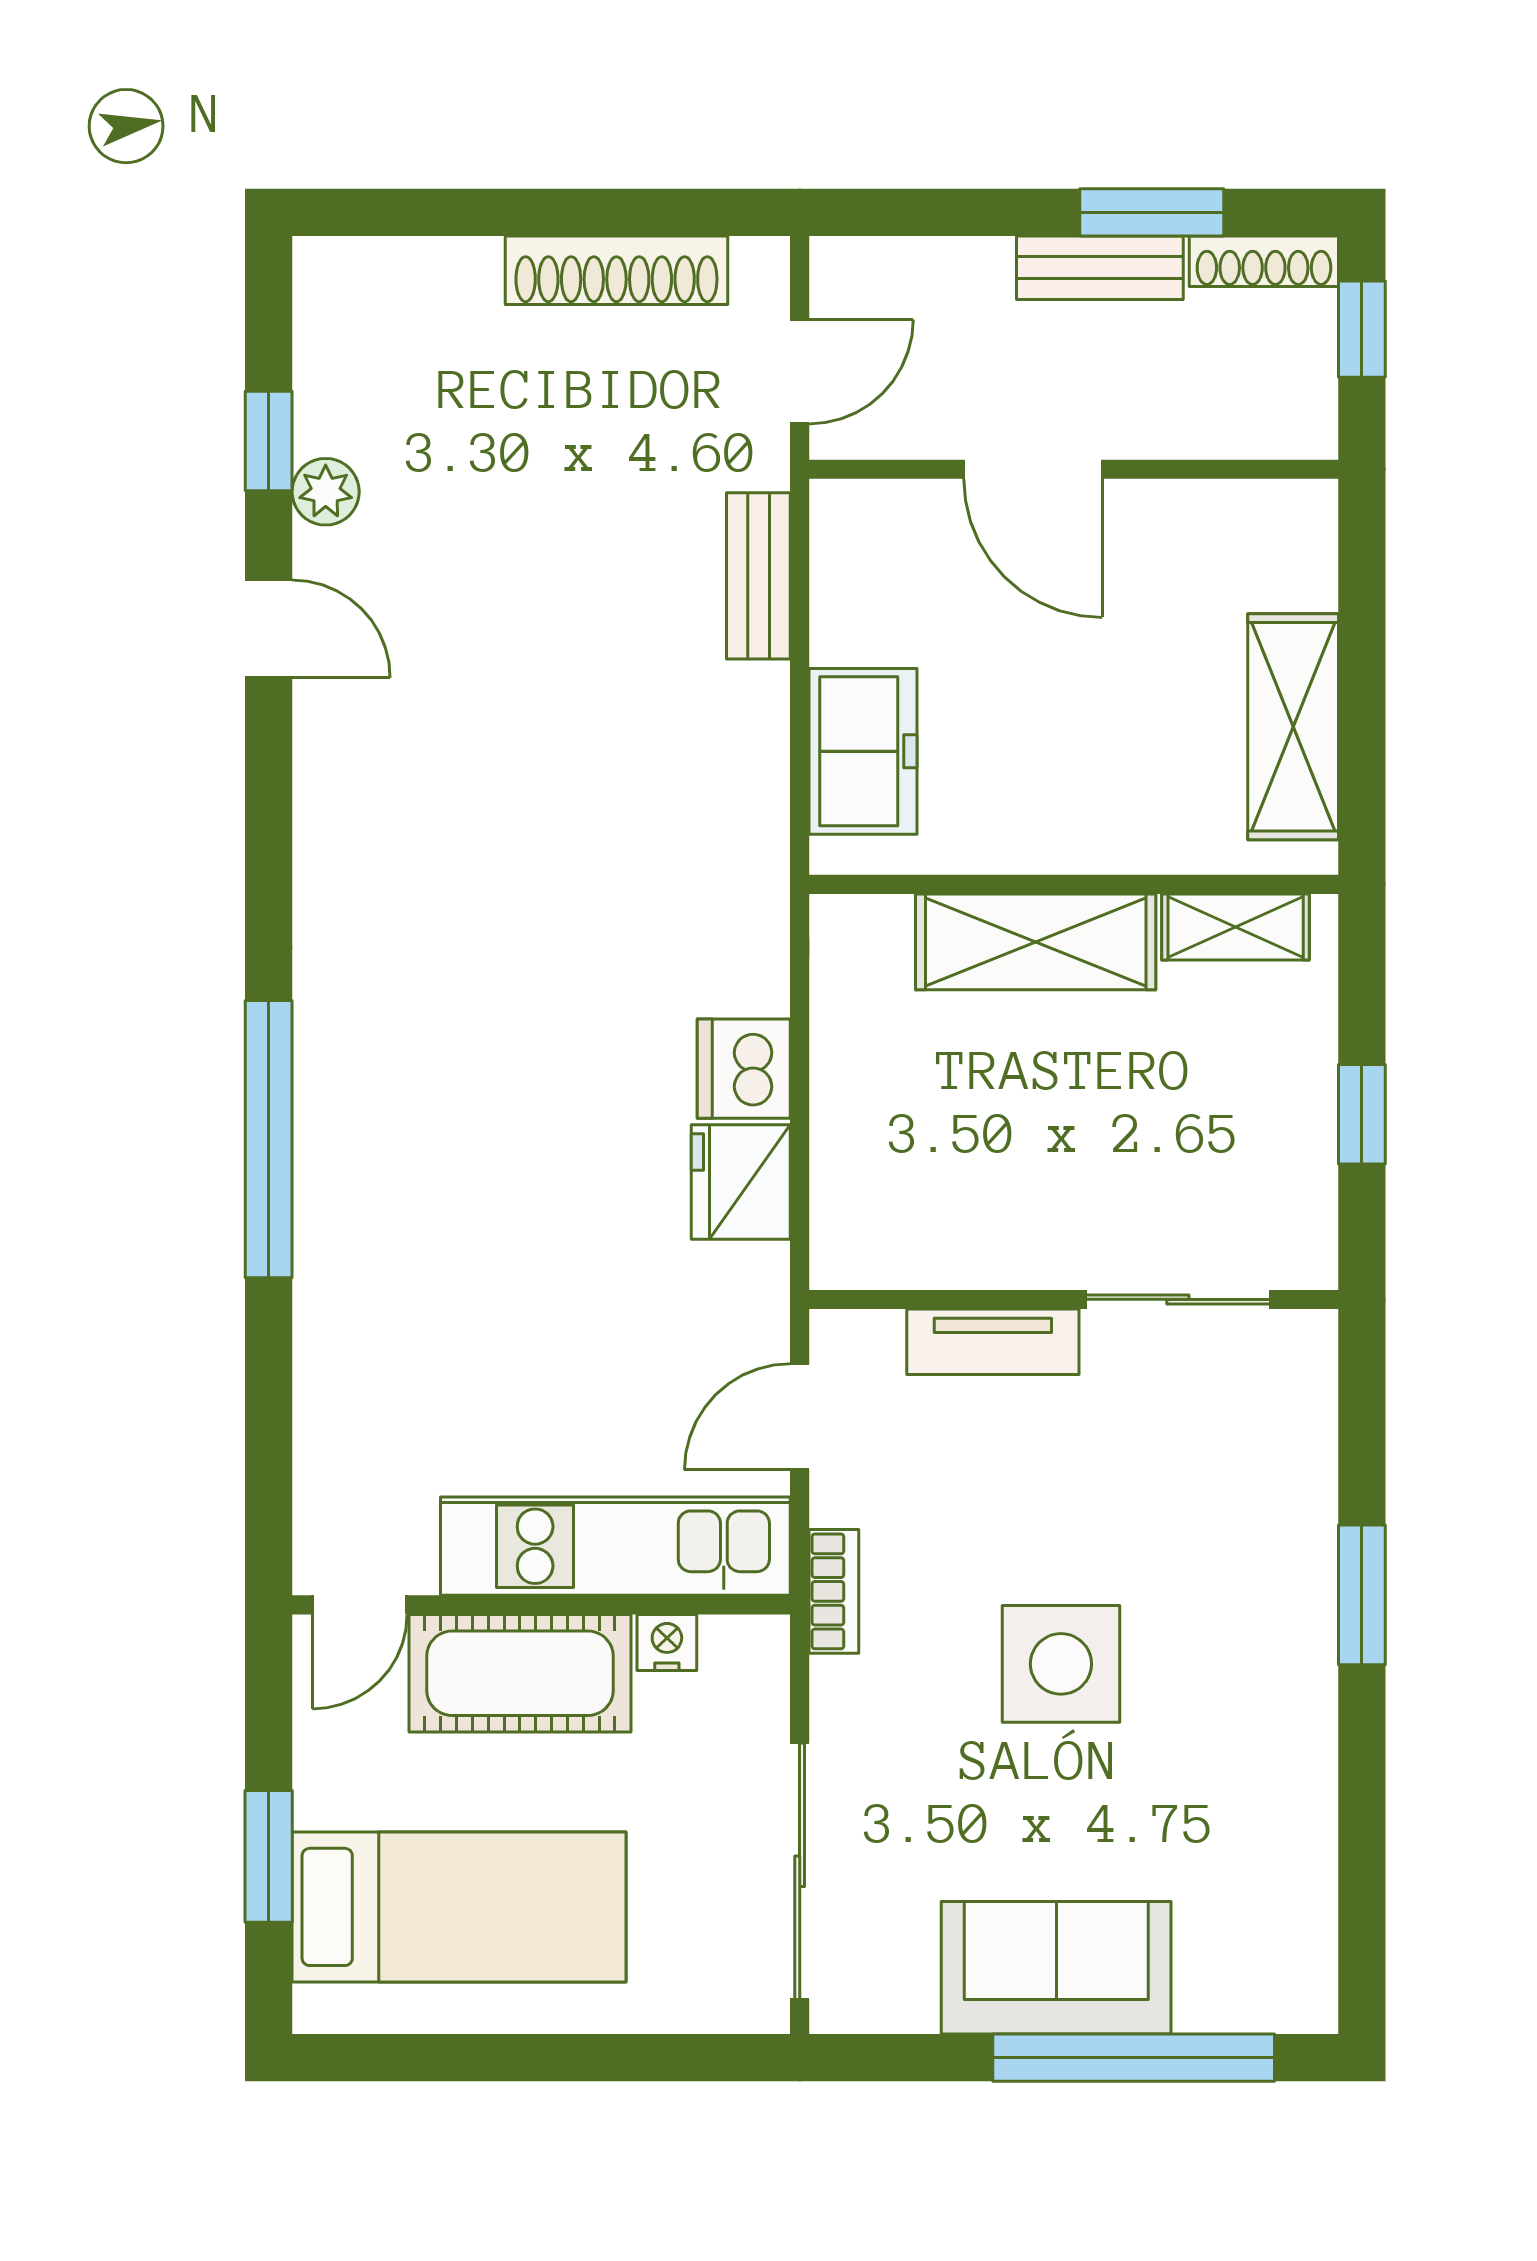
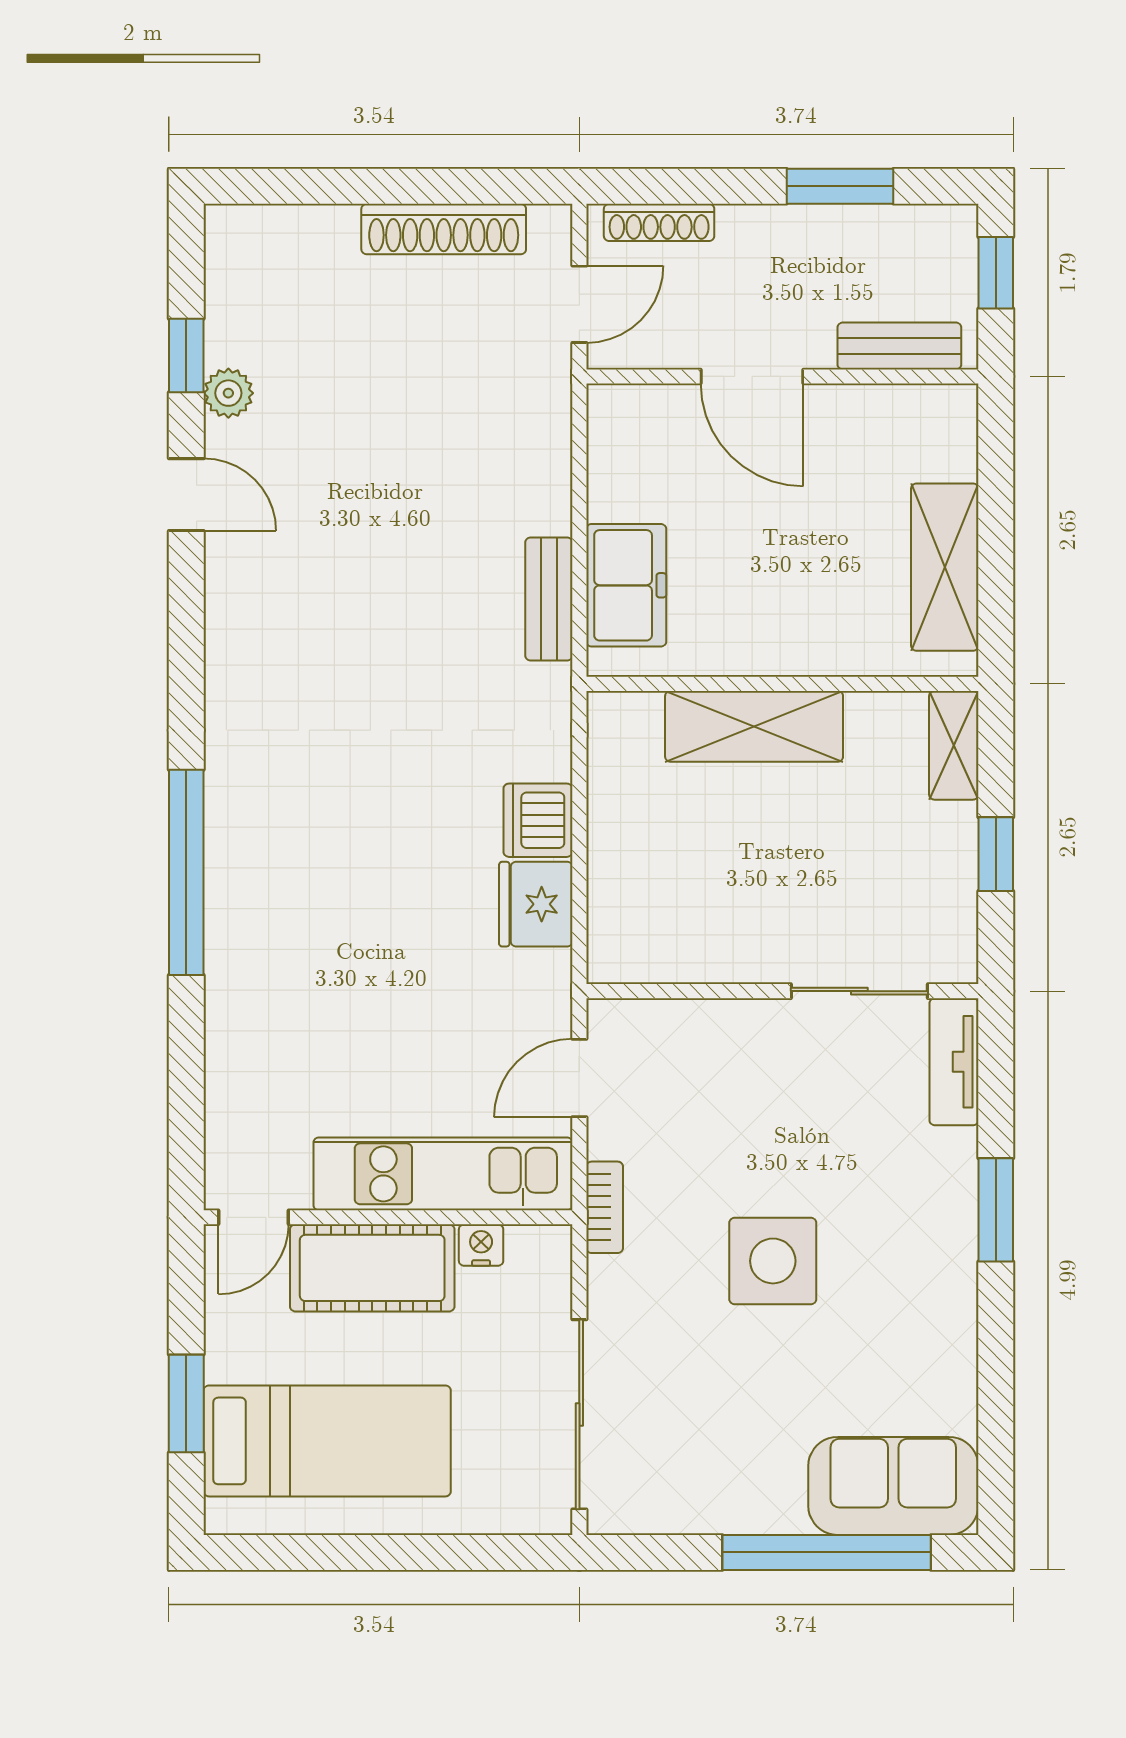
shoe rack: (1264, 261) -> (659, 222), moved
bench: (1100, 268) -> (899, 346), moved
bench: (758, 576) -> (549, 599), moved
shelving: (1236, 927) -> (954, 745), moved, turned 90
tv unit: (993, 1342) -> (954, 1062), moved, turned 90
sofa: (1056, 1968) -> (893, 1486), moved

